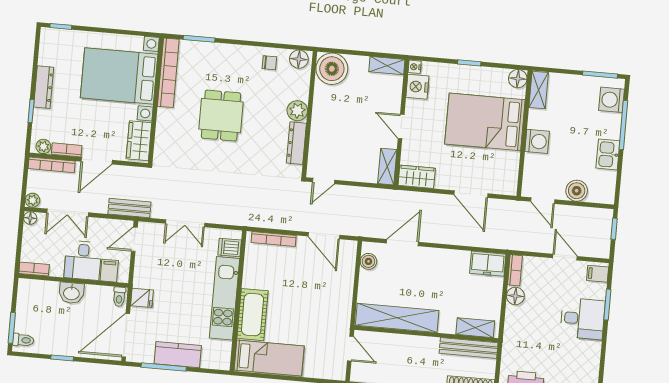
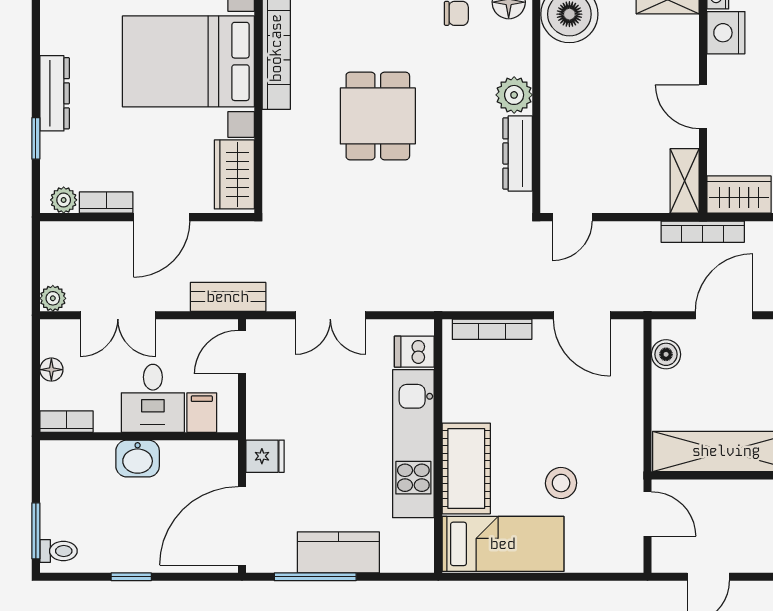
bookcase: (52, 165) -> (703, 232), moved
floor lamp: (30, 218) -> (51, 370), moved
toilet: (119, 297) -> (224, 458), removed
stool: (304, 327) -> (561, 483), added

